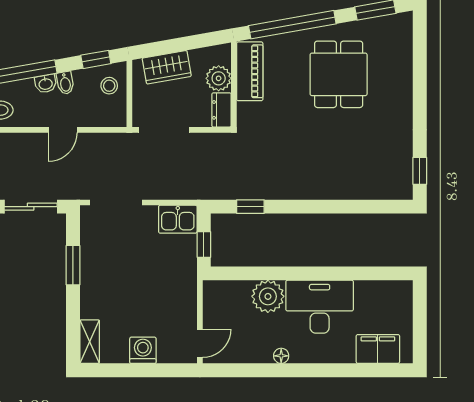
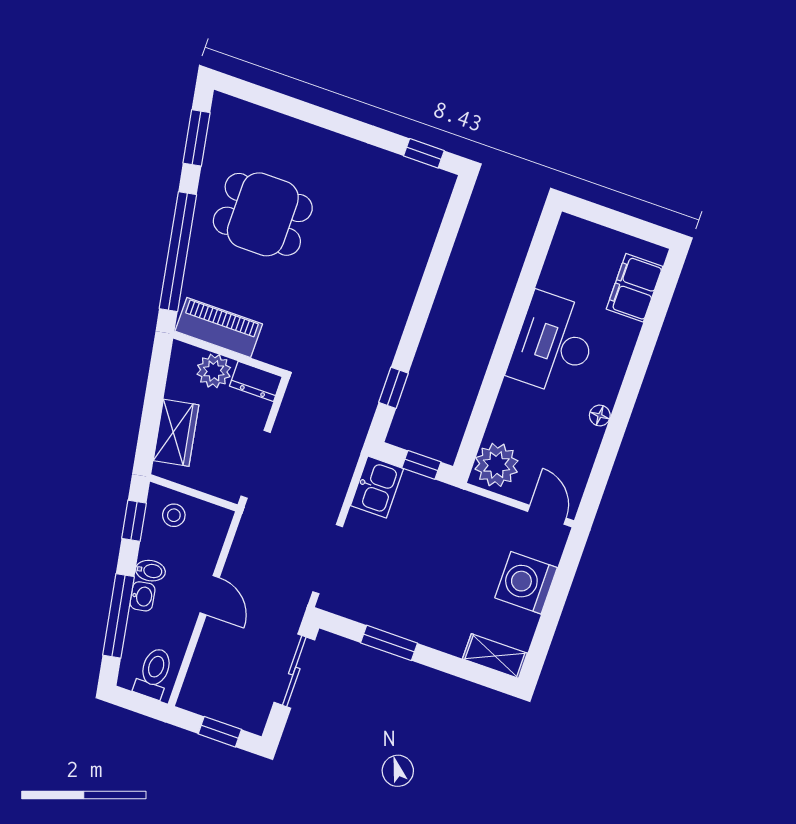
plant: (268, 296) -> (496, 465), moved
washing machine: (143, 350) -> (526, 583), width x1.37, depth x1.37

